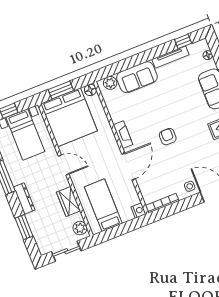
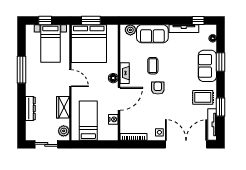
floor lamp: (90, 90) -> (113, 78), moved
coffee table: (152, 113) -> (153, 66), added
dresser: (24, 199) -> (30, 108), moved
nightstand: (138, 210) -> (113, 119), moved
window: (24, 227) -> (22, 113), removed

